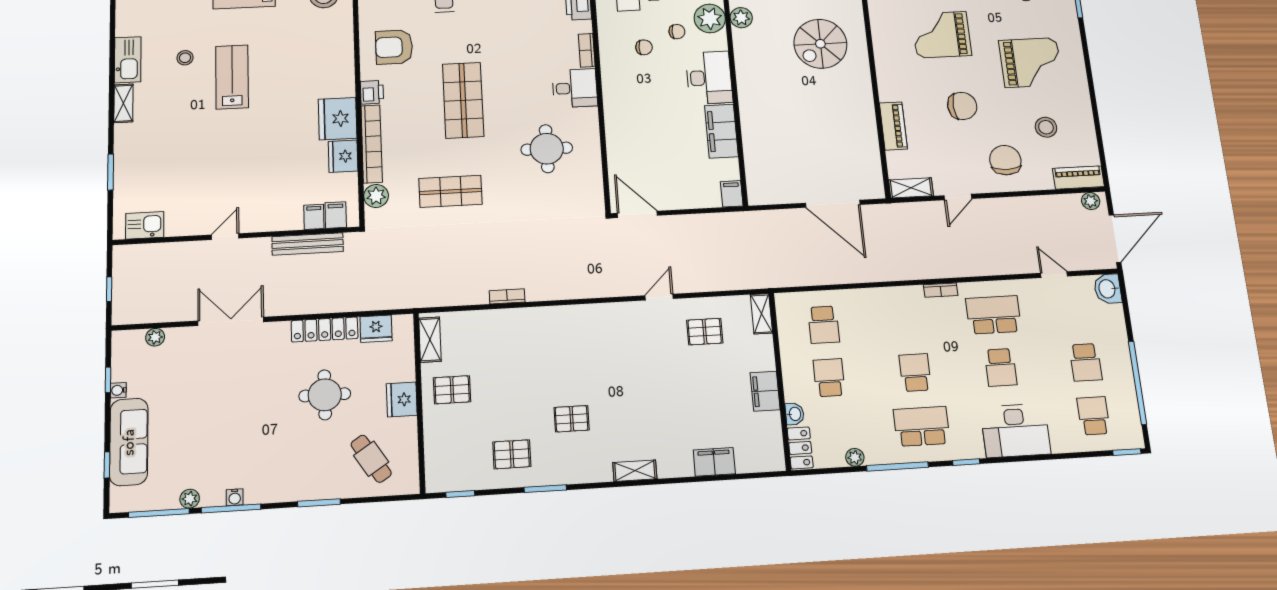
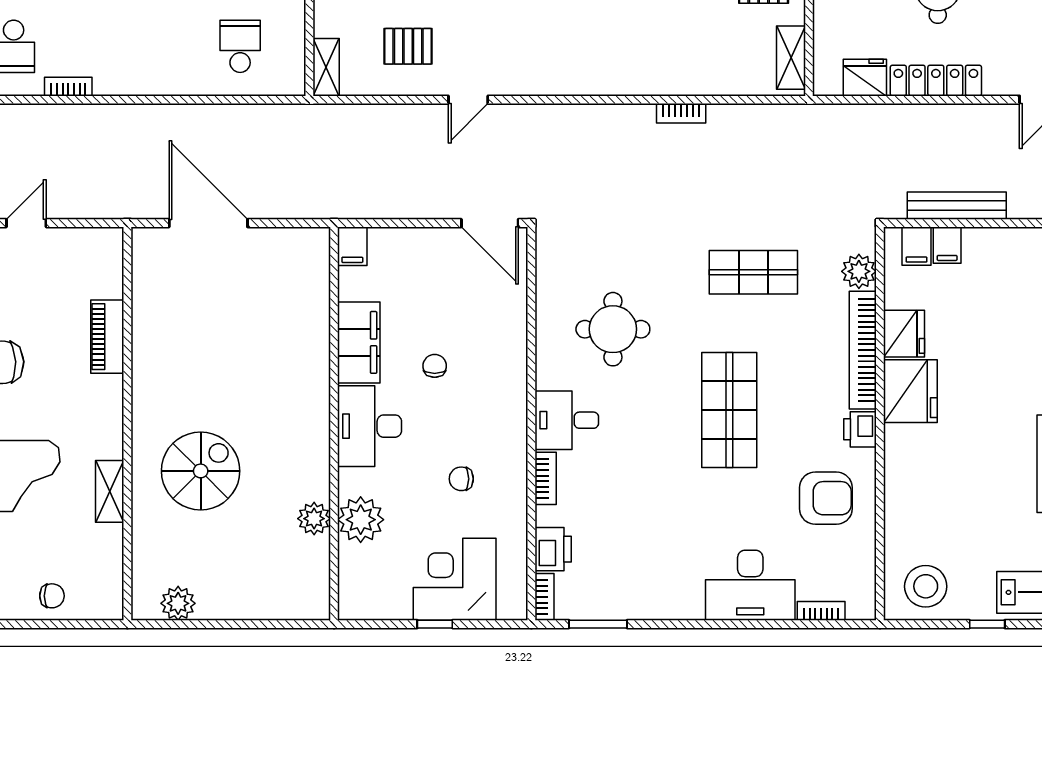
chair: (677, 32) -> (435, 366), moved, turned 90
shelving: (911, 188) -> (110, 491), moved, turned 90

